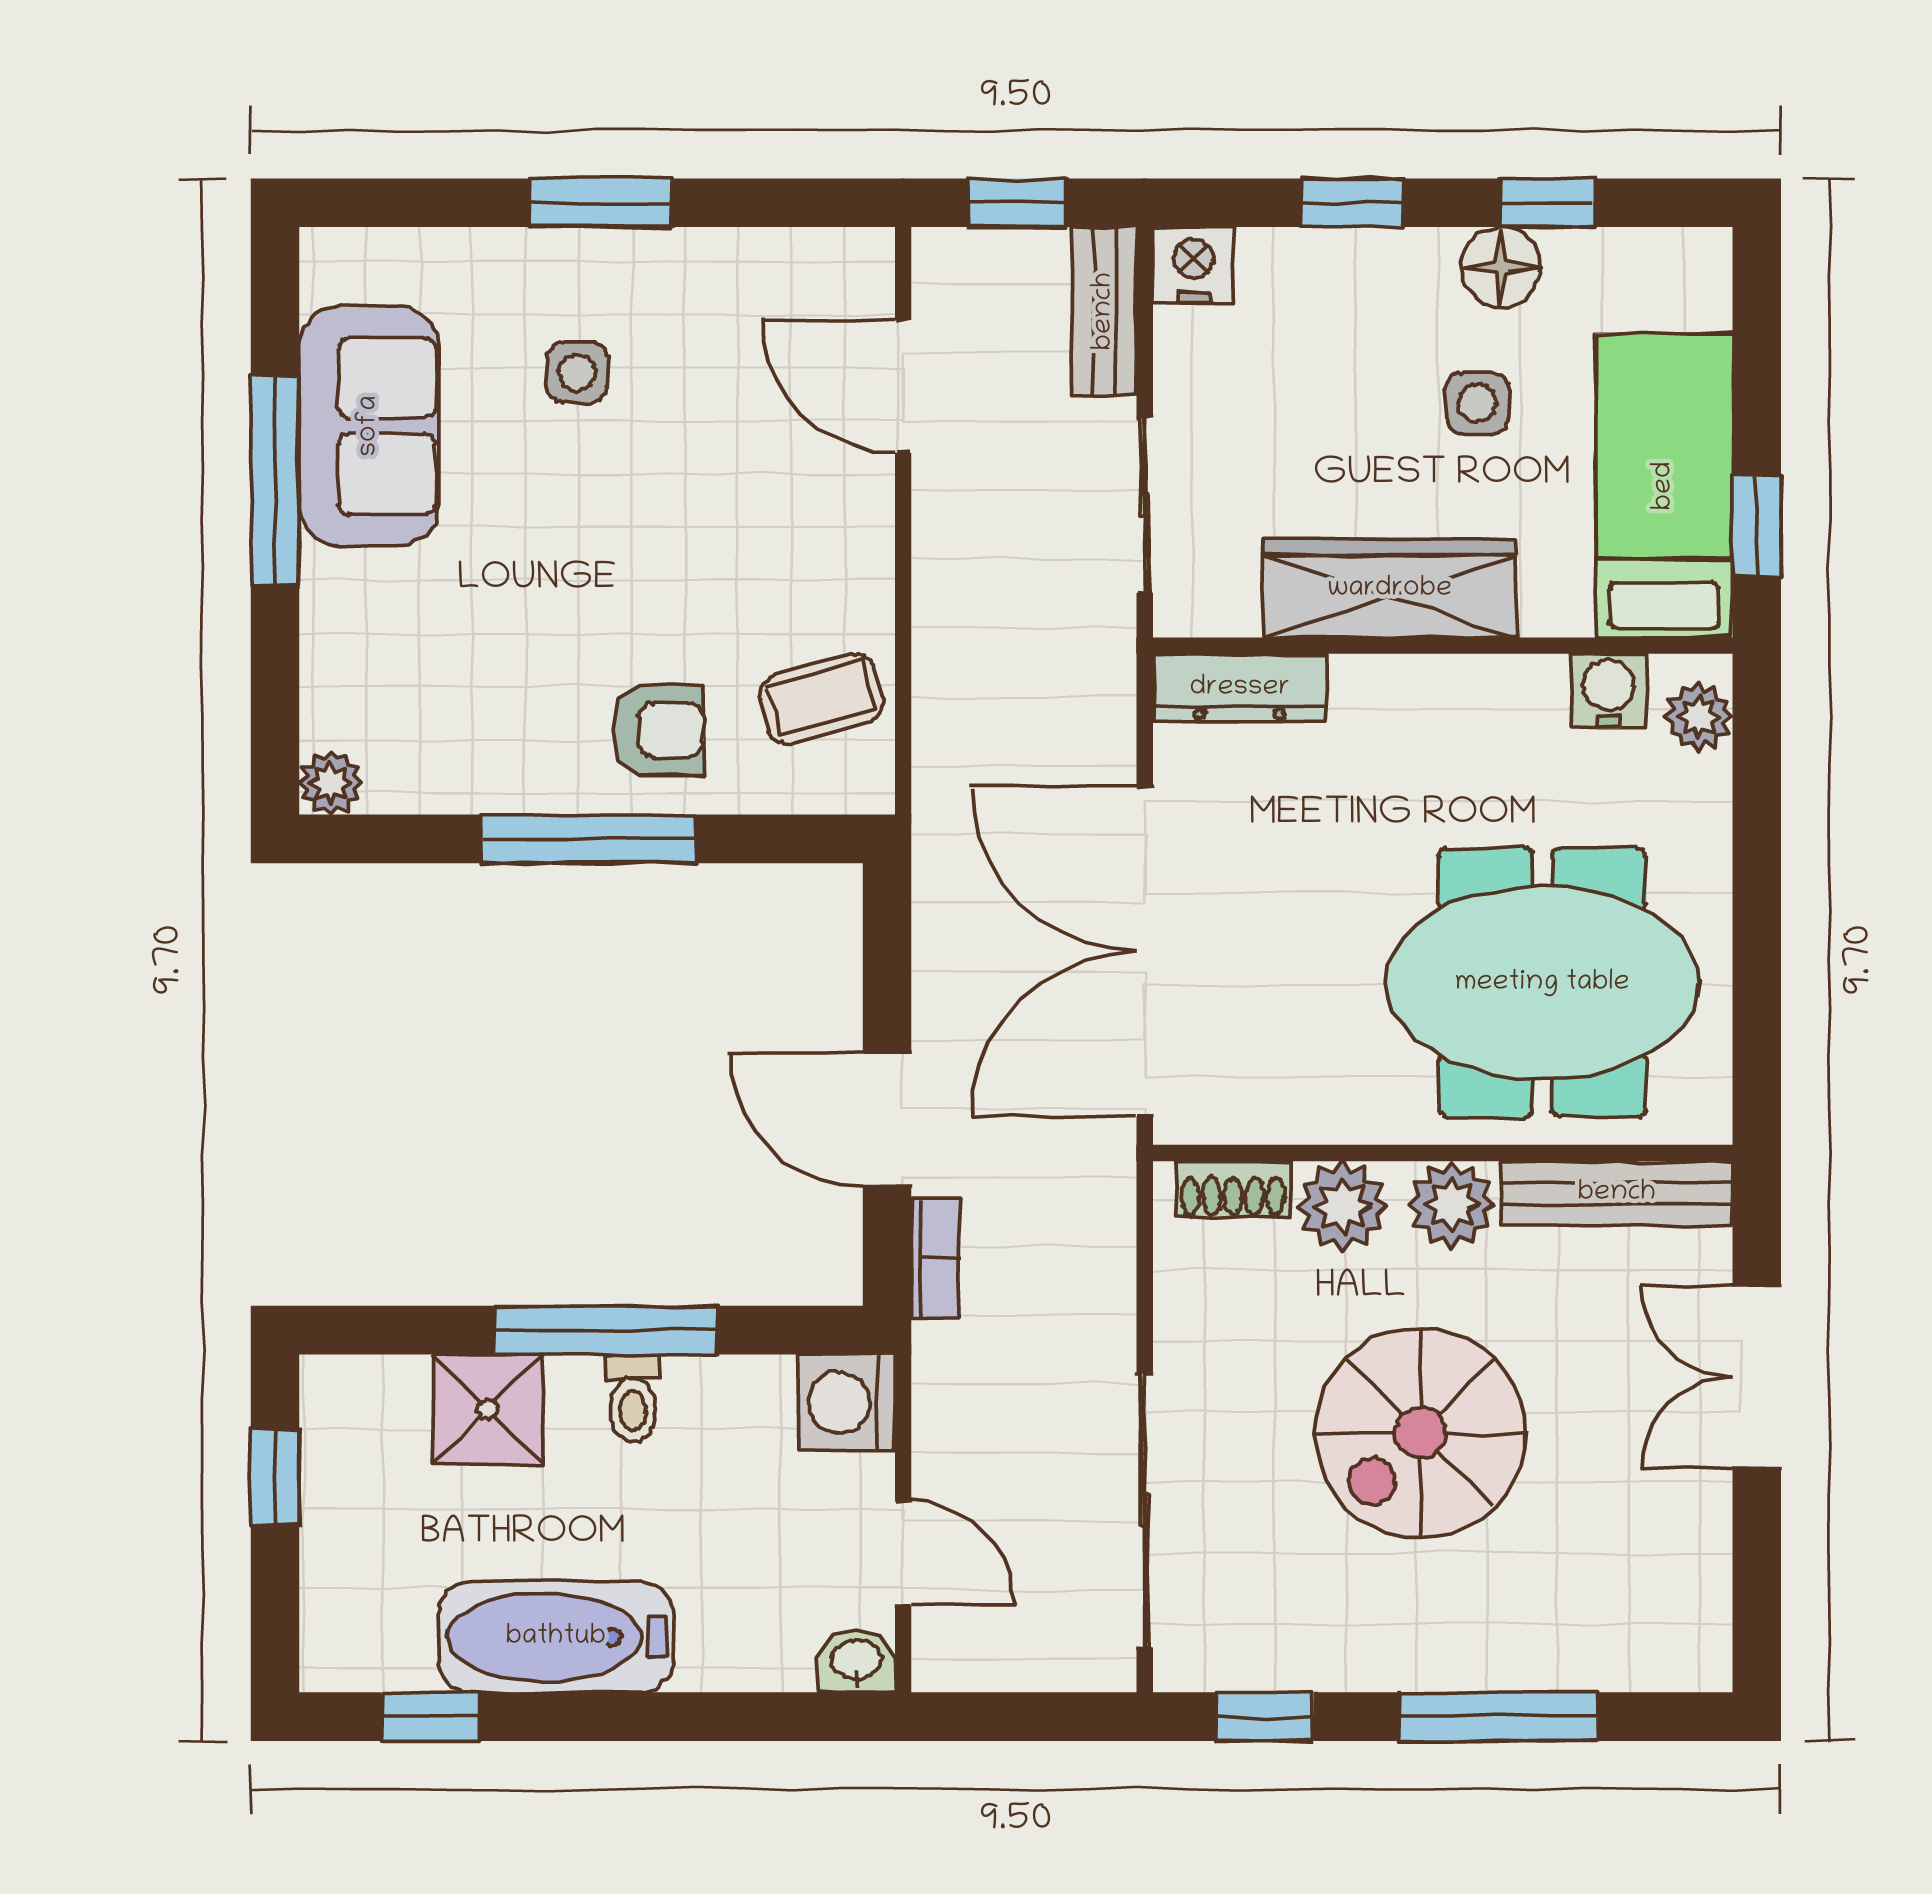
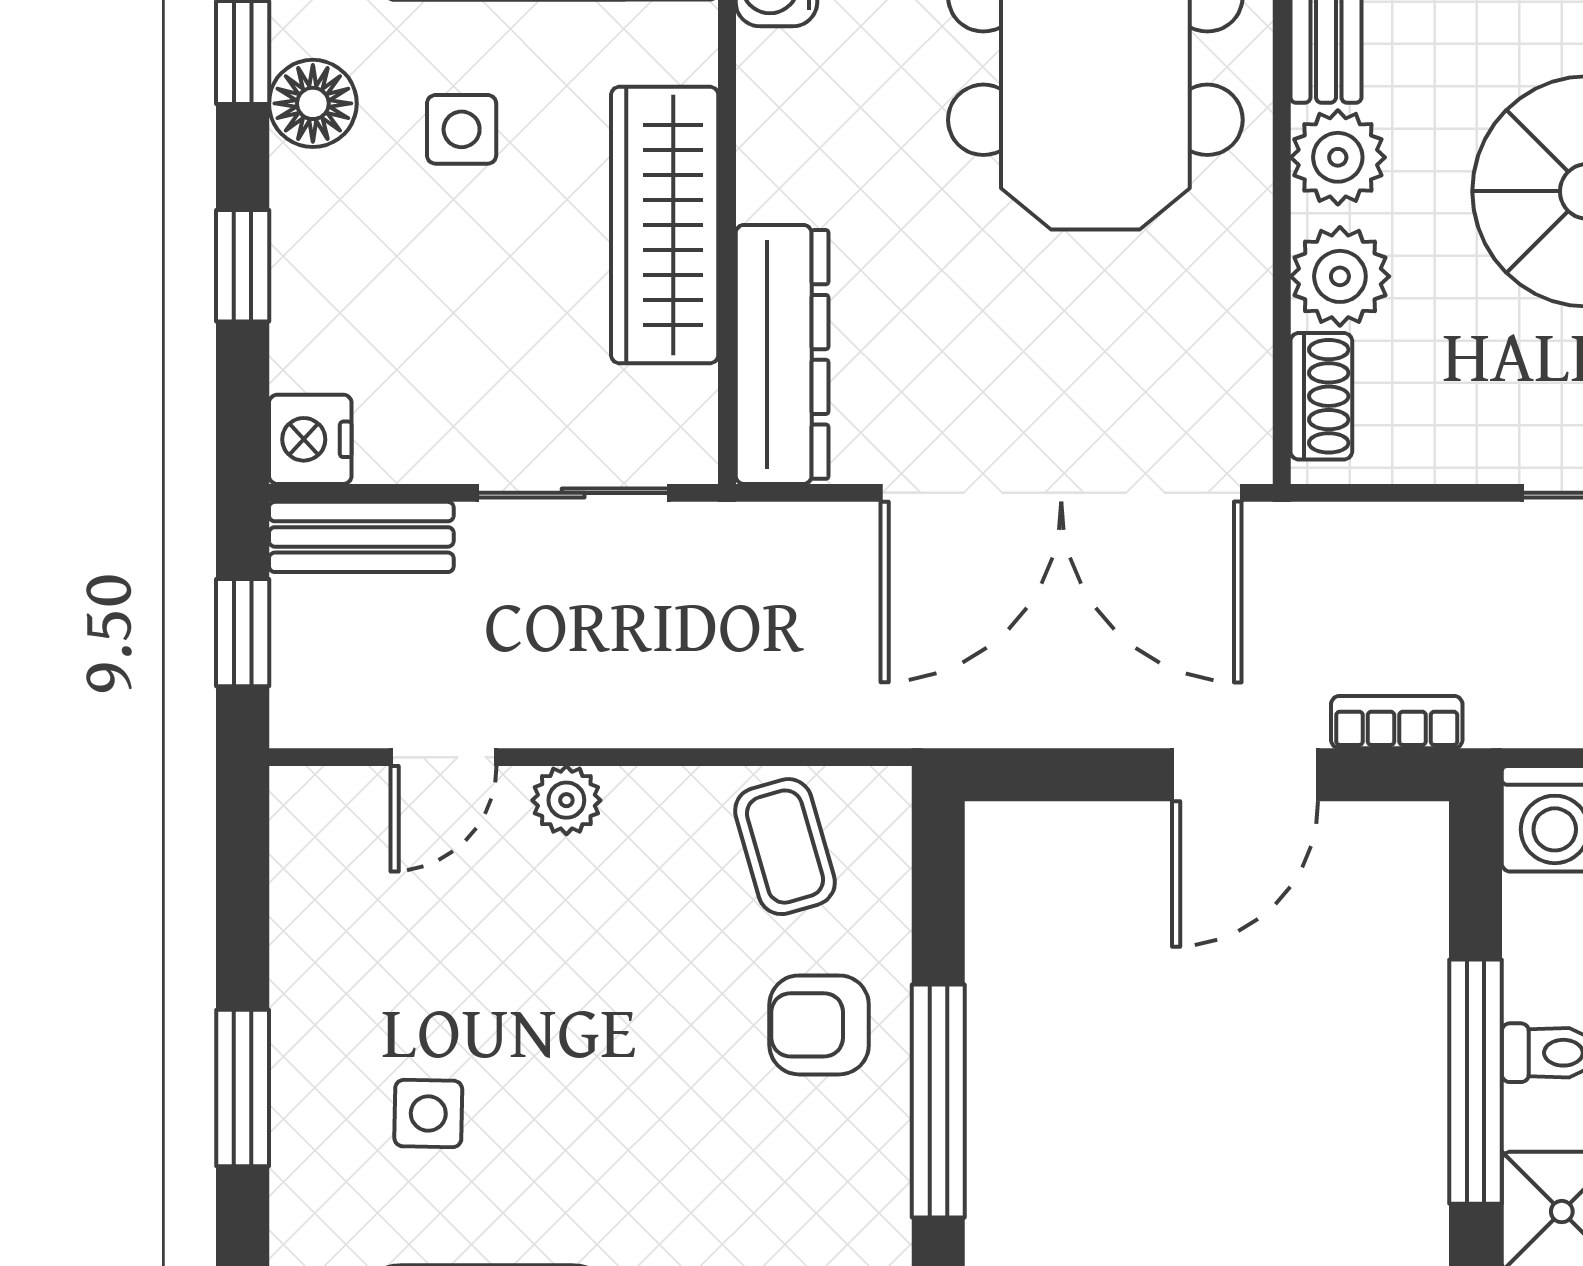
door: (903, 386) -> (443, 757), width x0.73
plant: (864, 499) -> (566, 800), added
dresser: (1240, 688) -> (782, 354), width x1.37, depth x1.24
armchair: (658, 730) -> (819, 1025), turned -90

